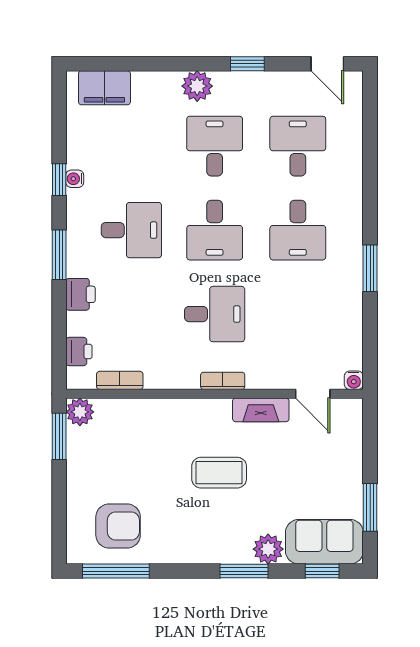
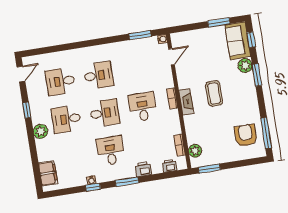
window: (370, 268) -> (140, 35), moved
fireplace: (261, 410) -> (186, 102), moved
plant: (80, 412) -> (195, 151), moved

